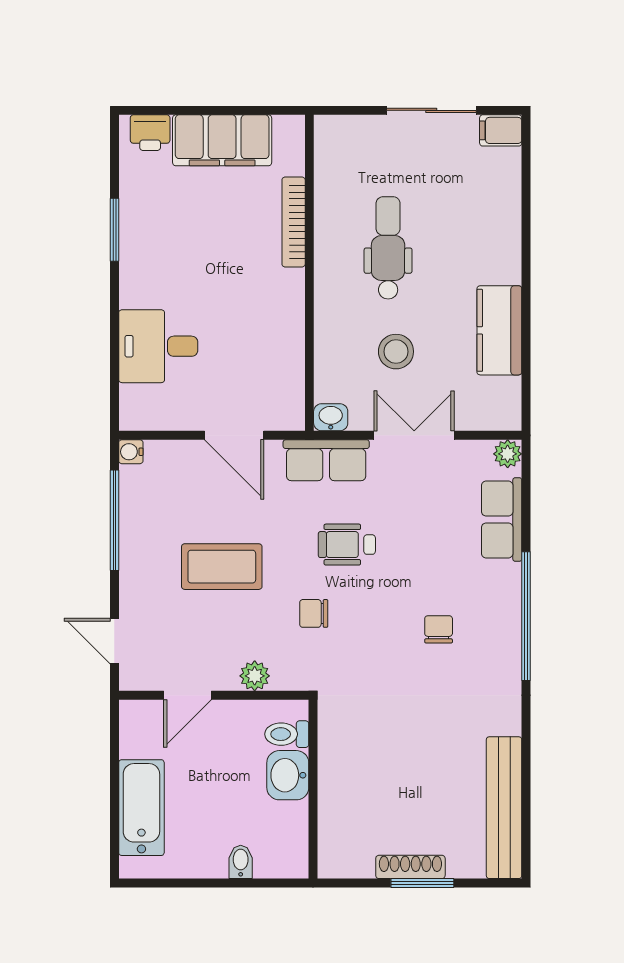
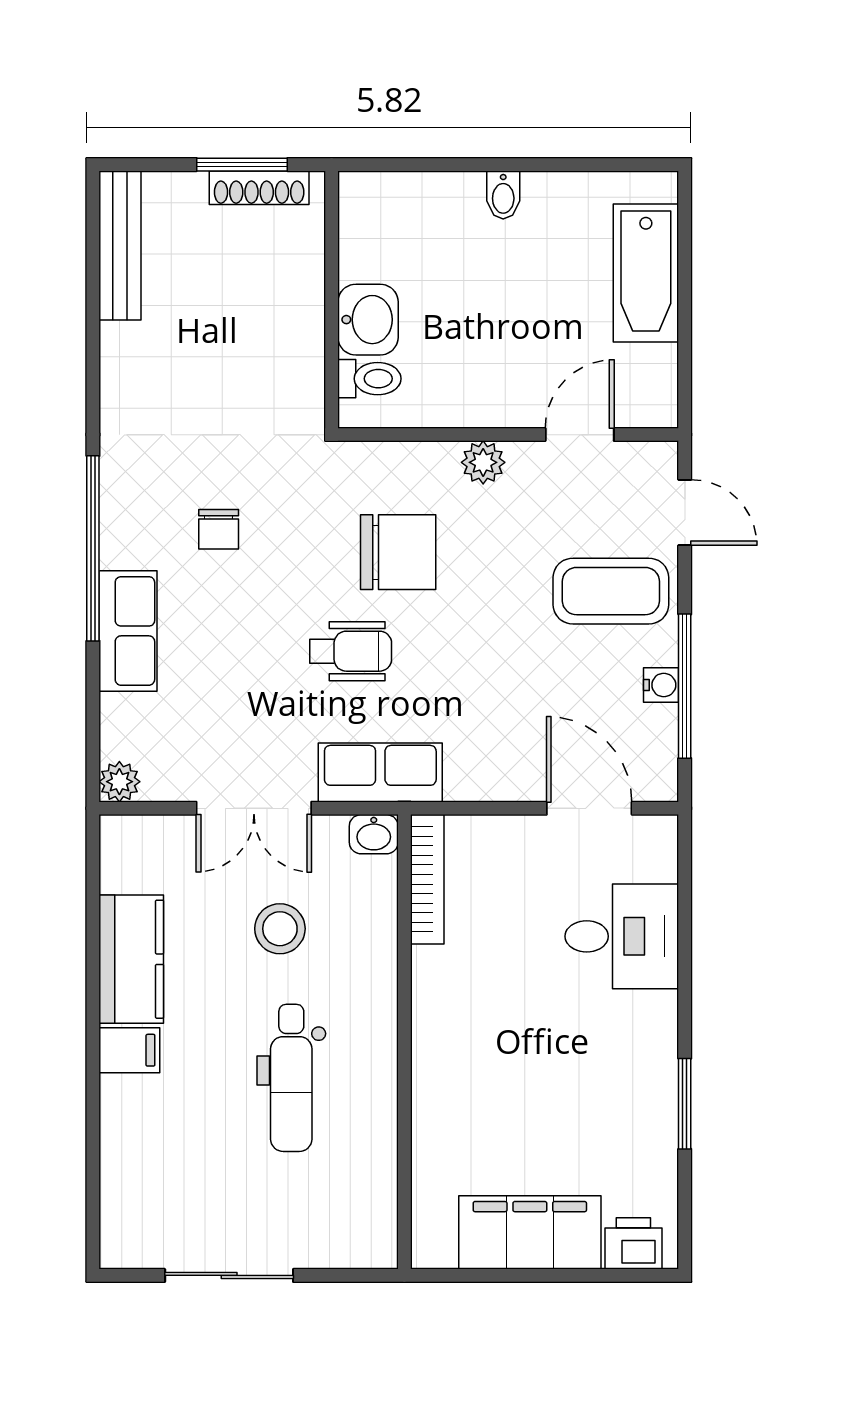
filing cabinet: (501, 130) -> (129, 1050), moved
bookcase: (294, 222) -> (427, 879), moved
door: (234, 435) -> (589, 808), moved
water cooler: (131, 452) -> (661, 685), moved
row of seats: (502, 519) -> (128, 631), moved
coffee table: (222, 567) -> (611, 591), moved
chair: (314, 613) -> (398, 552), width x1.87, depth x1.87
toilet: (287, 734) -> (369, 379), moved
washbasin: (288, 775) -> (368, 320), moved
wall: (313, 789) -> (332, 300), moved
bench: (504, 808) -> (120, 246), width x0.73, depth x0.82

